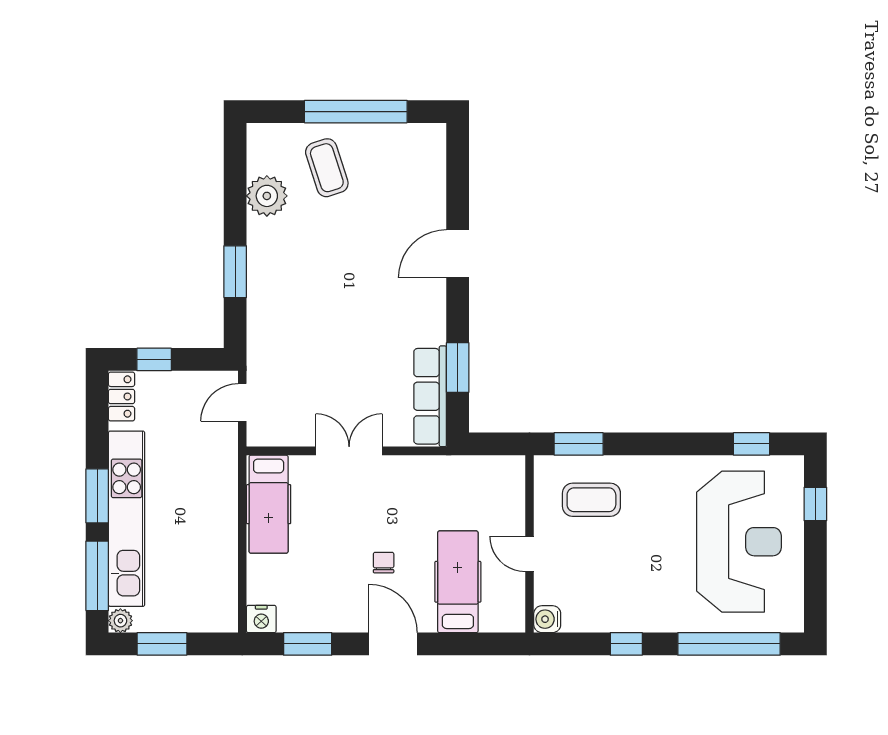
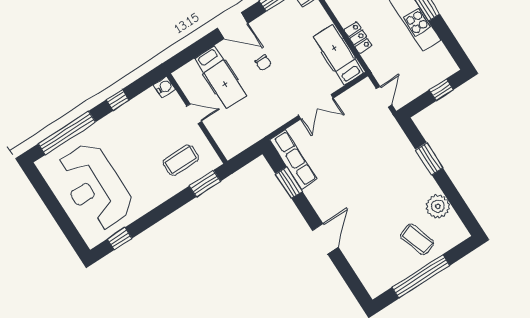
locker: (121, 396) -> (358, 38), moved, turned 180
window: (815, 504) -> (69, 229), removed

